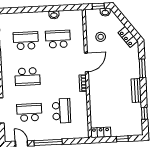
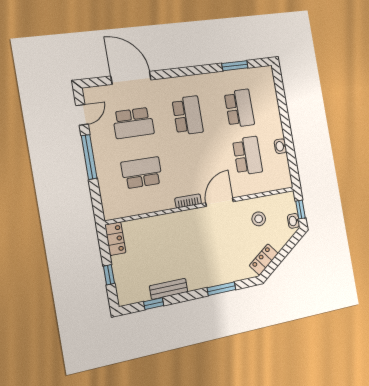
door: (86, 62) -> (220, 202), swing flipped
school desk: (28, 77) -> (188, 115), turned 180
bench: (136, 90) -> (169, 289), moved
school desk: (61, 111) -> (142, 173), turned 180
school desk: (29, 112) -> (133, 123), turned 90

